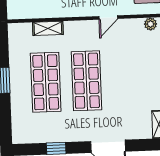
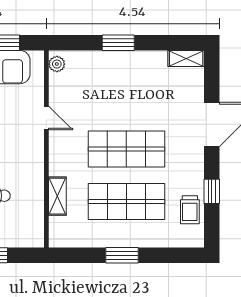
trolley: (41, 132) -> (190, 210), added

